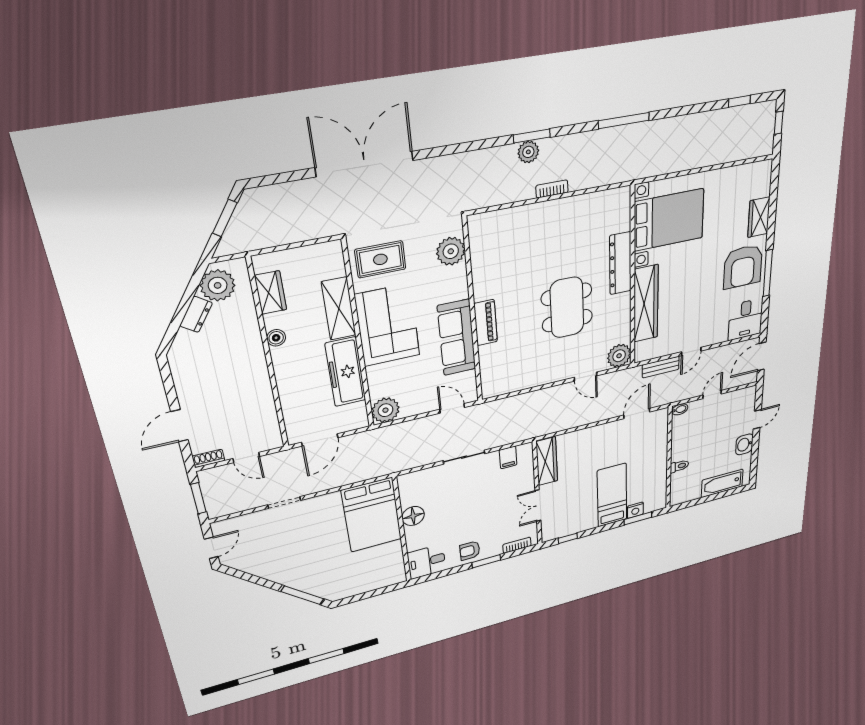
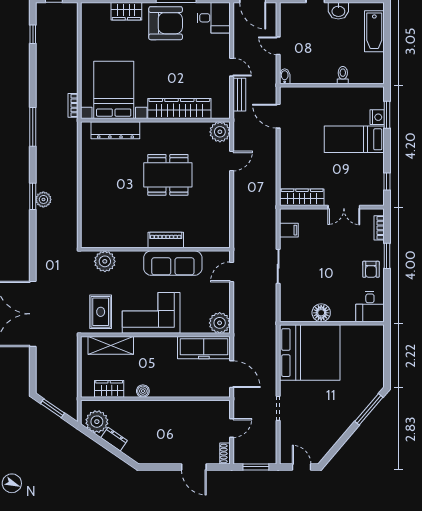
bookcase: (552, 189) -> (73, 105), moved
dresser: (620, 263) -> (115, 130), moved
shelving: (339, 309) -> (111, 345), moved
freezer: (346, 372) -> (204, 348), moved
bed: (372, 515) -> (310, 353), width x1.36

